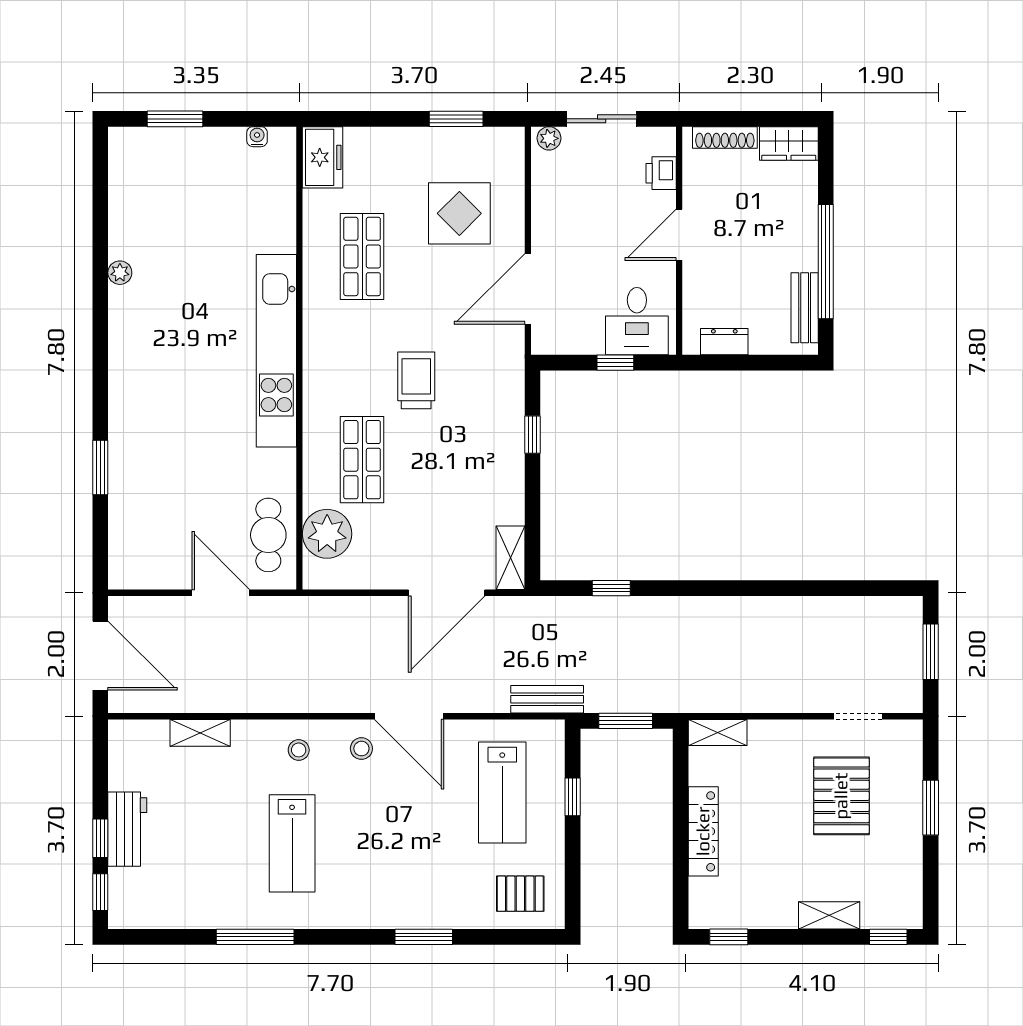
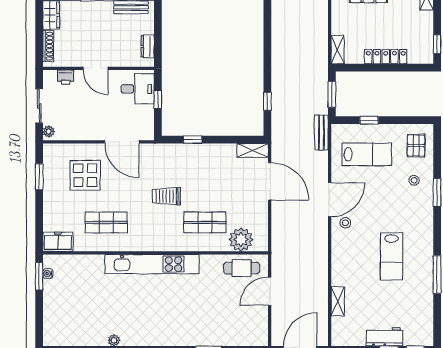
window: (175, 119) -> (39, 276), moved
stool: (299, 750) -> (414, 180), moved
lab bench: (292, 843) -> (392, 257), turned 90

